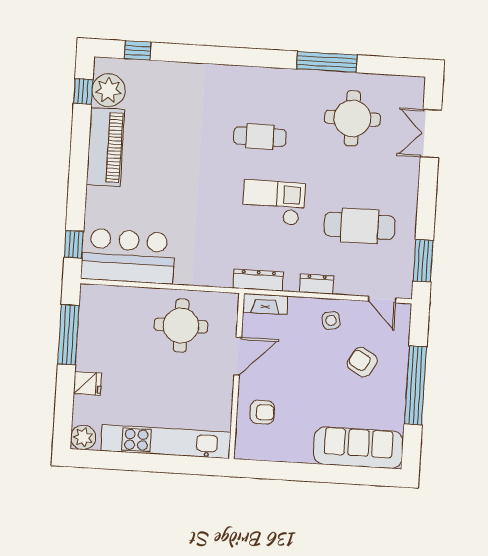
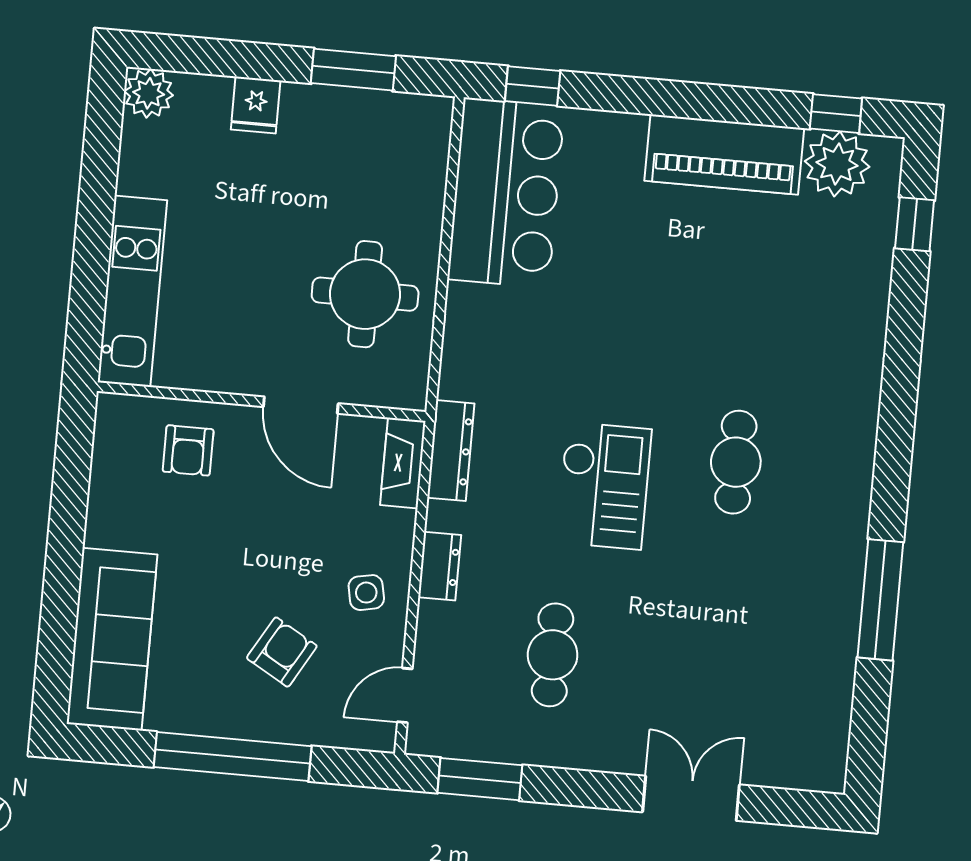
round table: (352, 118) -> (767, 647), removed
double door: (431, 134) -> (691, 798), moved
cafe table: (360, 226) -> (553, 655), width x0.73, depth x0.74
window: (68, 335) -> (353, 70), width x0.69
kitchen unit: (166, 442) -> (132, 291), width x0.73

